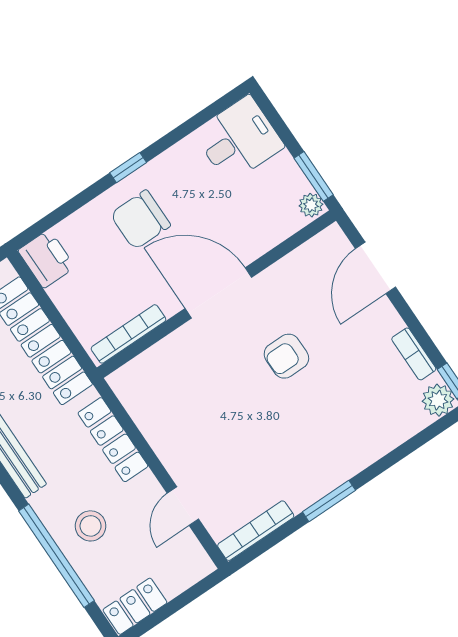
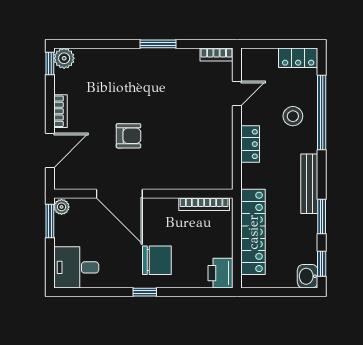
door: (218, 293) -> (119, 194), moved
bookcase: (414, 354) -> (60, 111), moved
locker: (113, 440) -> (250, 144), width x0.66
bookcase: (256, 531) -> (217, 54), width x0.64

